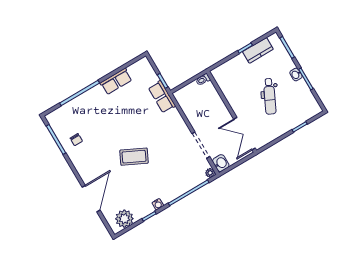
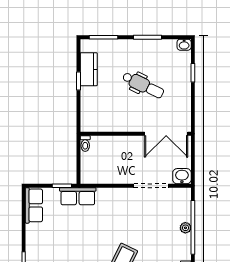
washbasin: (296, 74) -> (184, 45), moved
row of seats: (116, 81) -> (34, 205), moved
plant: (210, 173) -> (185, 228), moved

